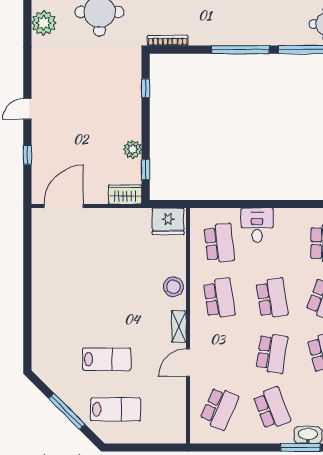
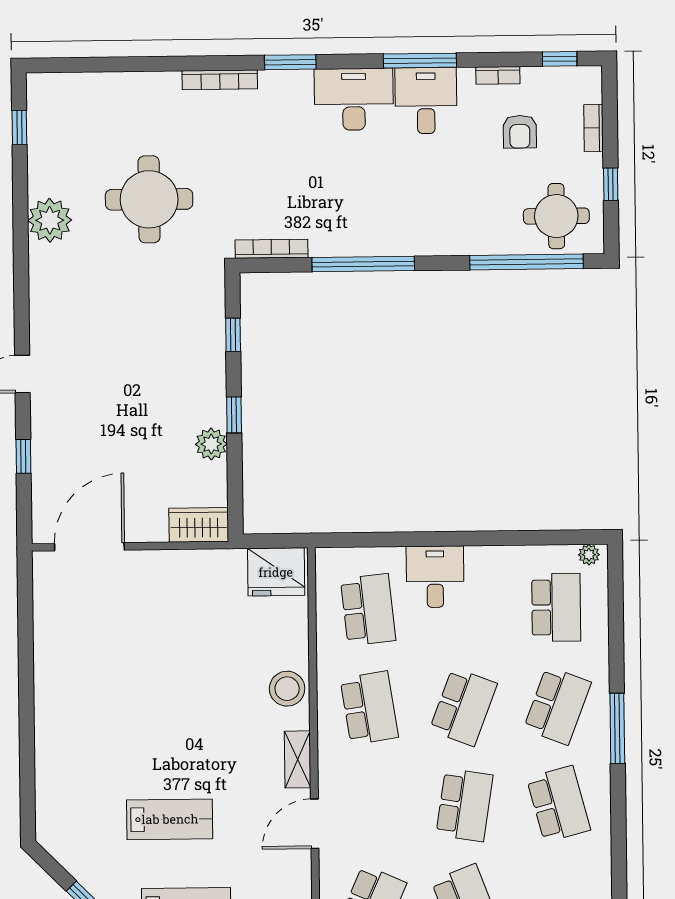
window: (241, 50) -> (363, 264), moved
window: (146, 170) -> (234, 415), moved
school desk: (272, 298) -> (463, 707), turned 30

